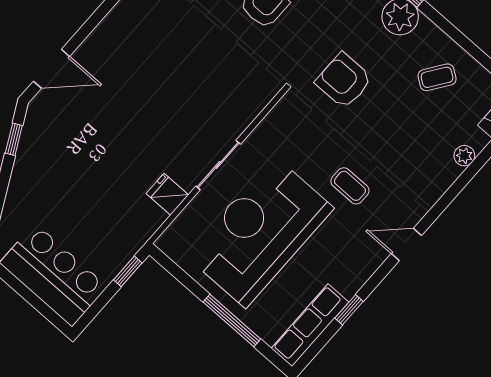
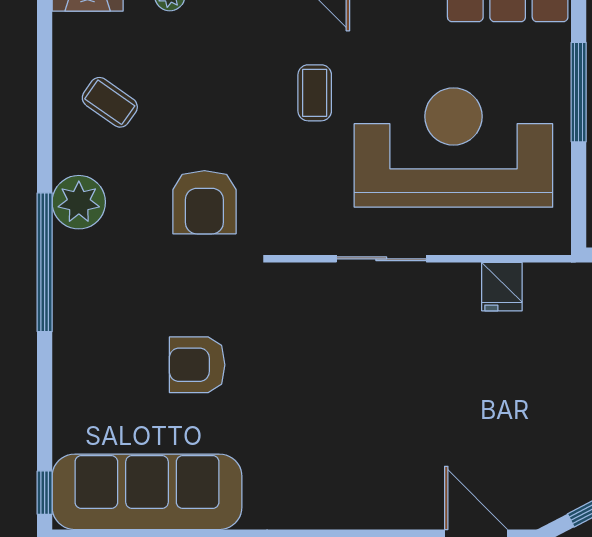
sliding door: (218, 165) -> (381, 259), moved
reception desk: (260, 232) -> (453, 148), turned 180

